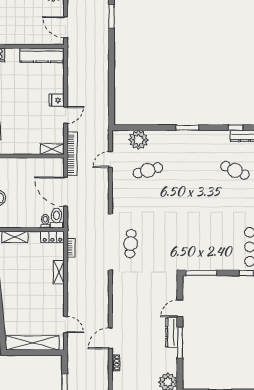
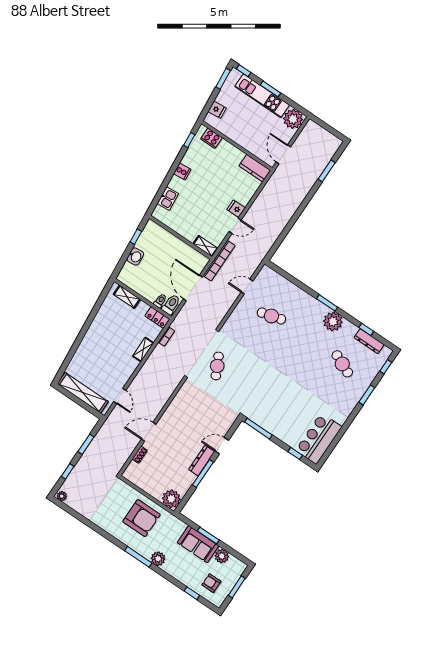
kitchen counter: (42, 55) -> (255, 168), width x0.67
plant: (139, 140) -> (333, 321), moved
cafe table: (131, 244) -> (217, 366), turned -30

